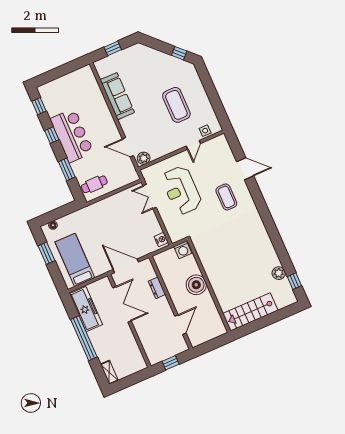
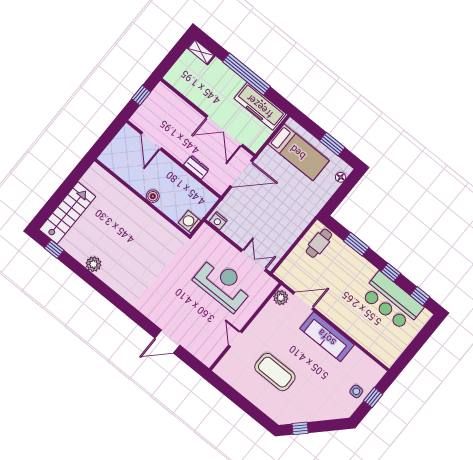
sofa: (117, 96) -> (327, 337), moved
side table: (205, 131) -> (356, 391), moved
bar counter: (72, 135) -> (392, 301), moved
coffee table: (226, 197) -> (172, 302), removed
plant: (279, 273) -> (94, 264), moved
boiler: (196, 285) -> (153, 196), width x0.54, depth x0.54
stairs: (250, 312) -> (67, 213), moved

